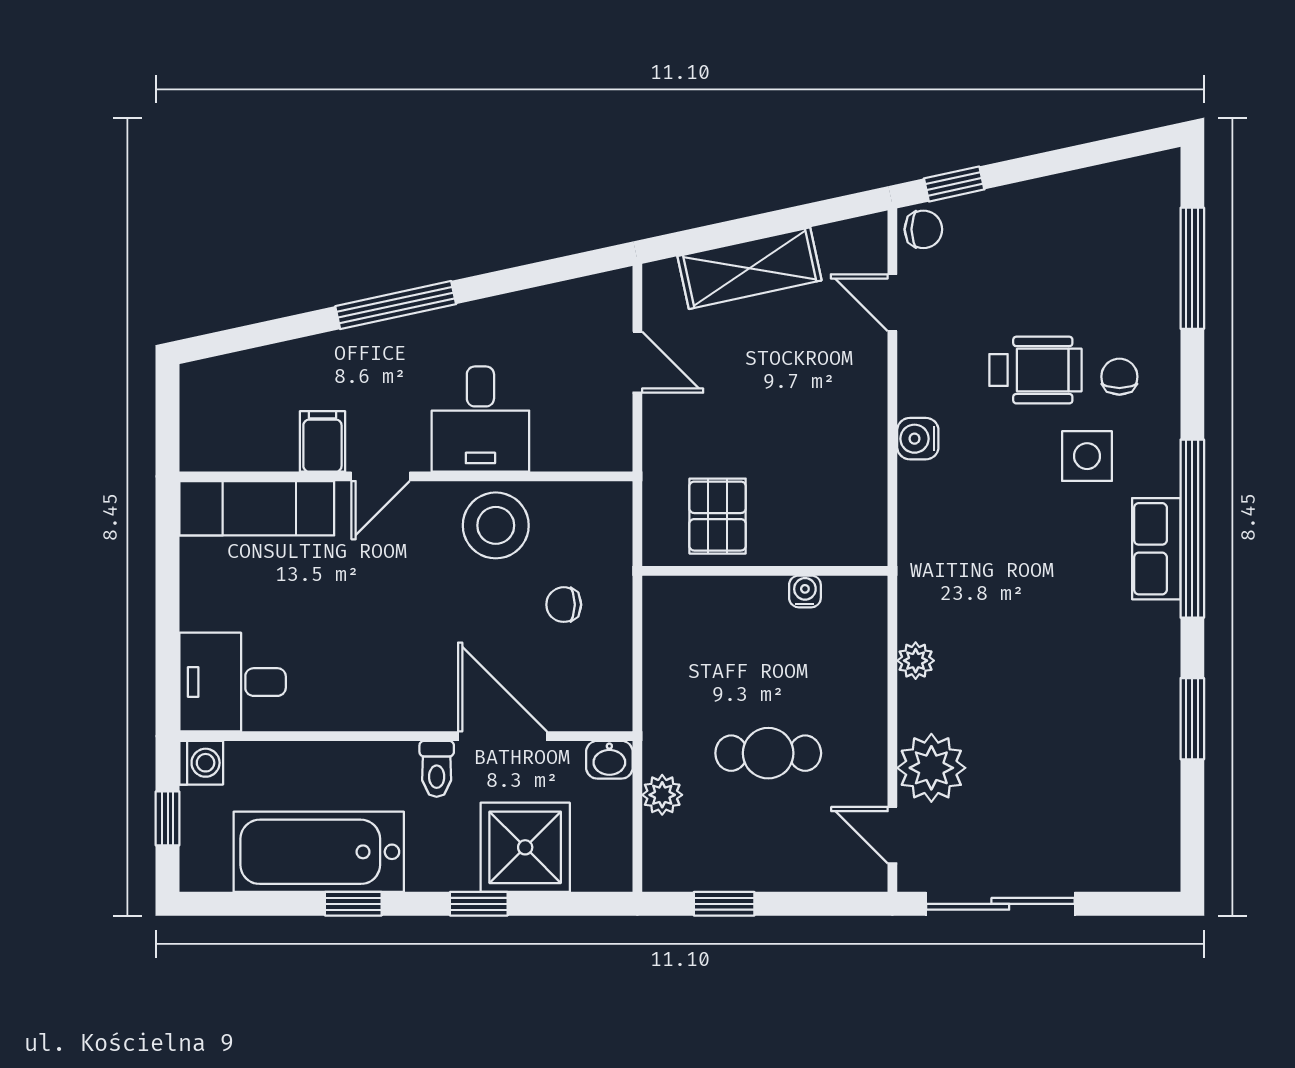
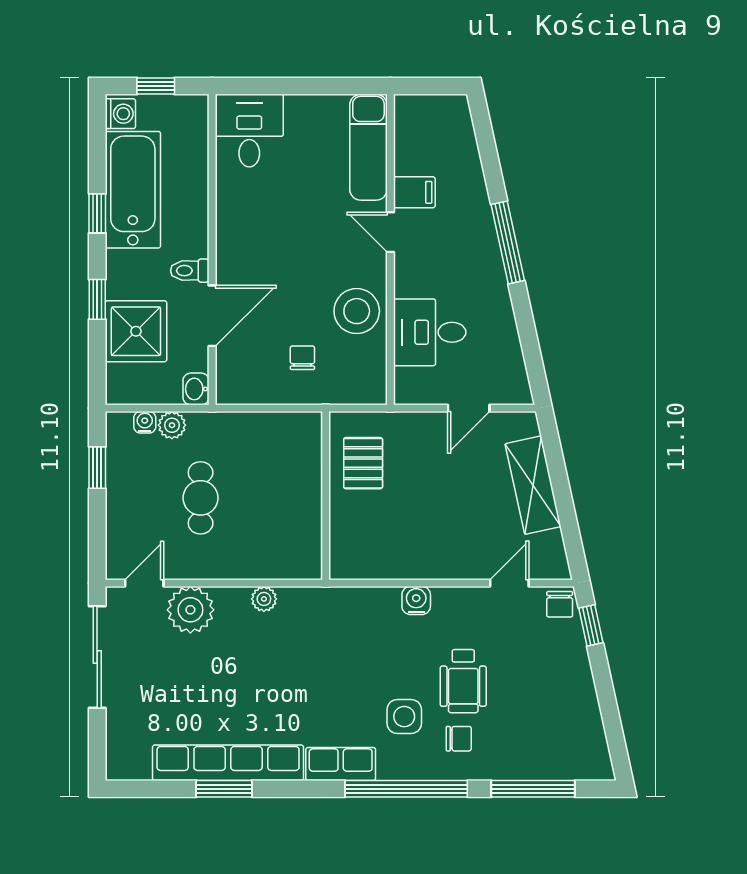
desk: (480, 419) -> (430, 332), moved
pallet: (718, 516) -> (363, 463), turned 90
window: (1192, 529) -> (406, 789), moved
water cooler: (805, 591) -> (145, 422), moved, turned -90
row of seats: (1154, 713) -> (228, 763), added
washing machine: (201, 763) -> (120, 114), moved, turned -90

